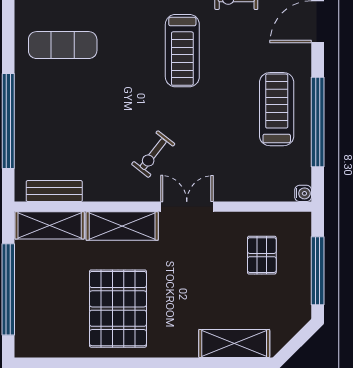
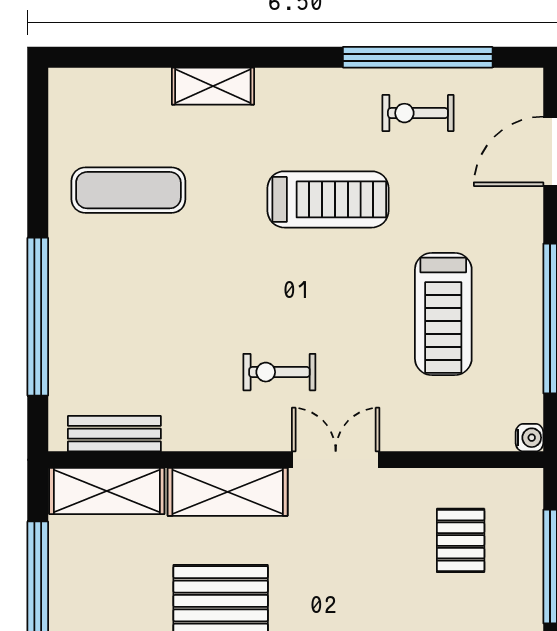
treadmill: (182, 51) -> (328, 199), turned -90
treadmill: (277, 109) -> (443, 314), moved, turned 180
exercise bike: (153, 154) -> (279, 372), turned 52

